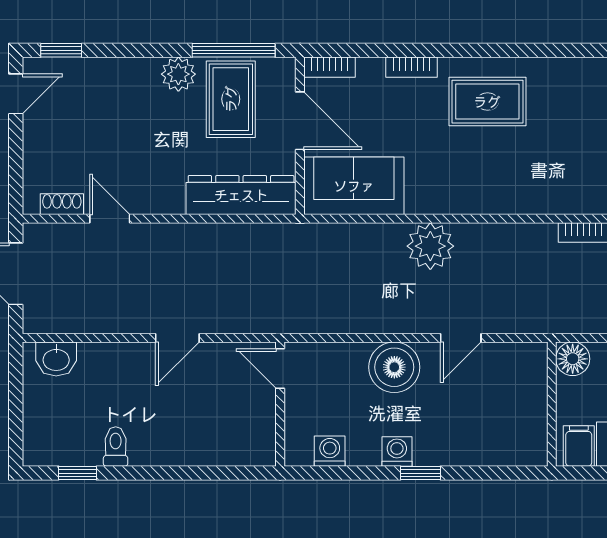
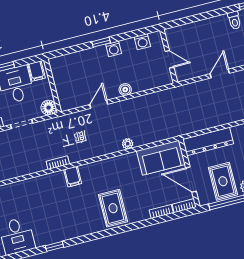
bookcase: (412, 67) -> (161, 212), moved
rug: (487, 102) -> (113, 208), turned 90
filing cabinet: (559, 194) -> (73, 177), added
plant: (430, 246) -> (128, 144), width x0.53, depth x0.53
boiler: (394, 367) -> (125, 90), width x0.54, depth x0.54
door: (280, 369) -> (169, 59), moved

